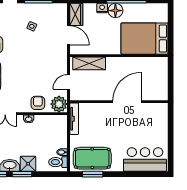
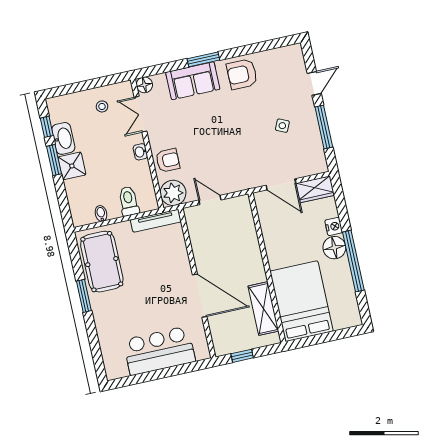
door: (68, 35) -> (281, 184), hinge flipped
shelving: (89, 63) -> (263, 309), moved
window: (171, 83) -> (242, 356), added
bar counter: (145, 160) -> (159, 351), moved, turned -90
toilet: (58, 162) -> (129, 201), moved
window: (93, 174) -> (84, 296), moved

